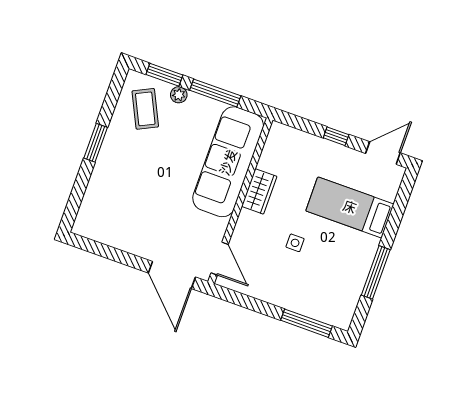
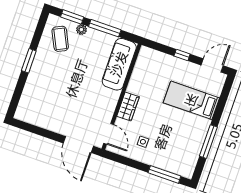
sofa: (228, 162) -> (119, 64), width x0.74, depth x0.79
wardrobe: (259, 191) -> (128, 106), moved
side table: (295, 243) -> (143, 142), moved

